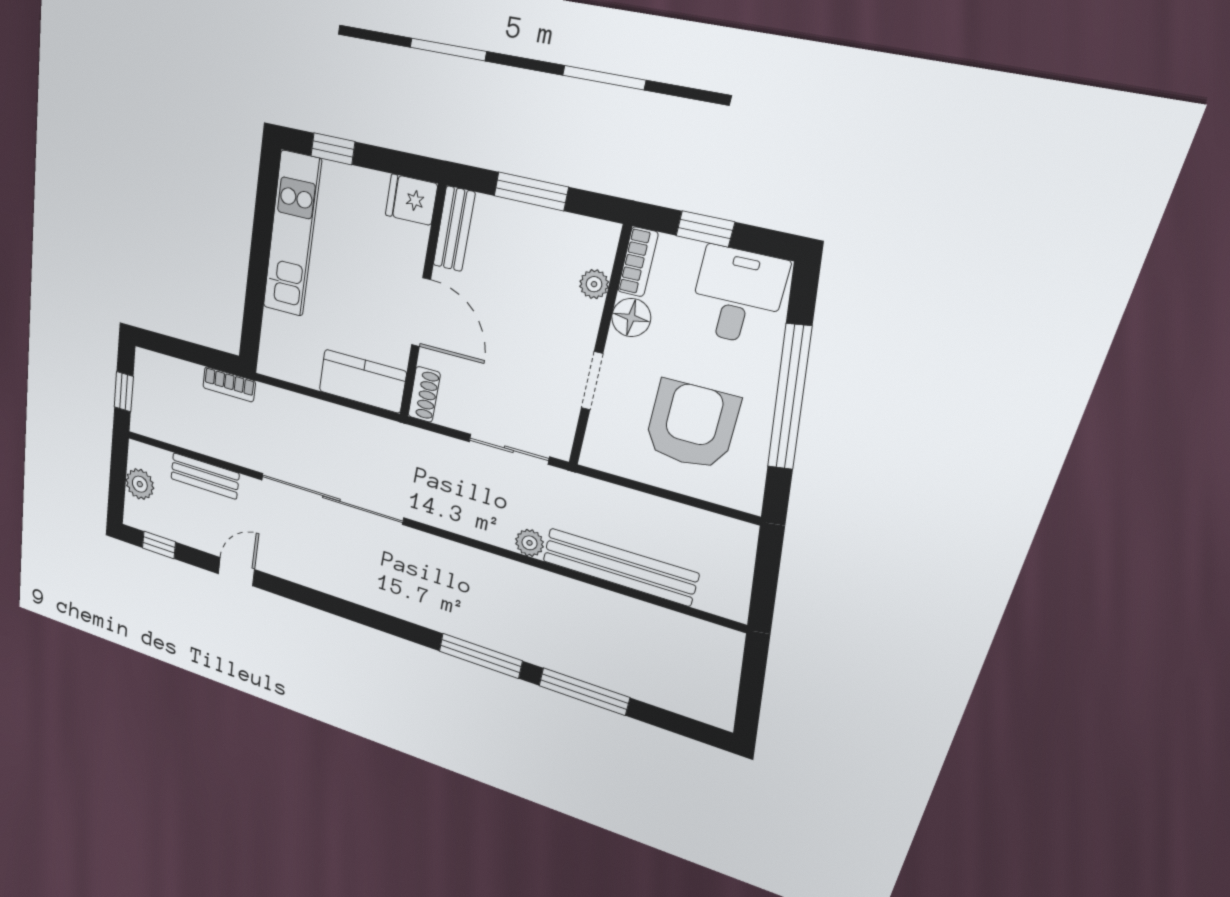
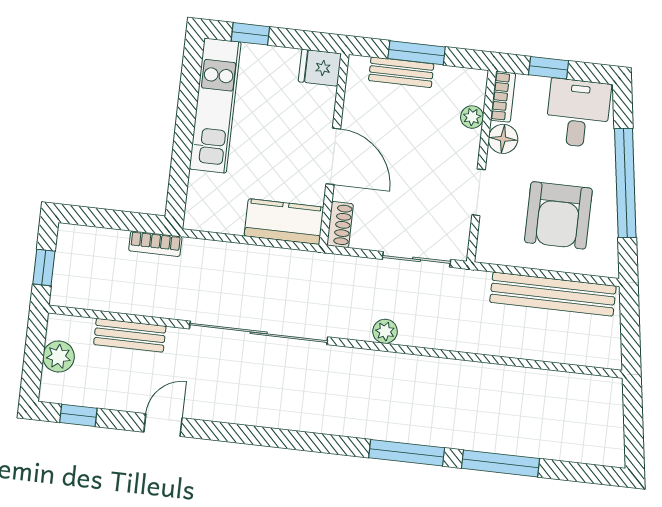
bench: (454, 229) -> (401, 72), moved, turned 90
armchair: (692, 425) -> (558, 215), turned 180
plant: (530, 543) -> (385, 331), moved
bench: (620, 567) -> (553, 294), moved

